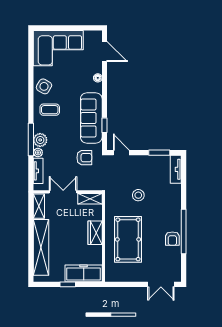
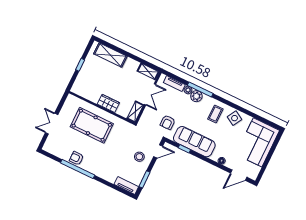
stool: (138, 195) -> (139, 157), moved
shelving: (41, 247) -> (110, 55), width x0.68
freezer: (84, 273) -> (83, 80), removed
double door: (161, 284) -> (52, 124), moved

